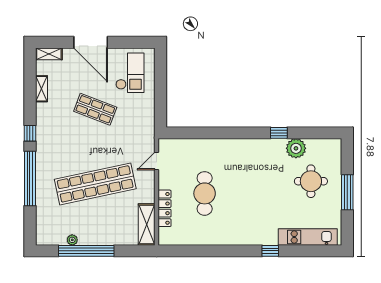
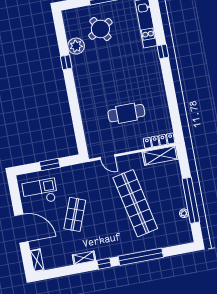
door: (91, 42) -> (21, 228), hinge flipped
shelving: (41, 89) -> (84, 258), moved
window: (160, 90) -> (50, 165), added
round table: (311, 181) -> (100, 29), turned -30
locker: (165, 208) -> (159, 141), moved

